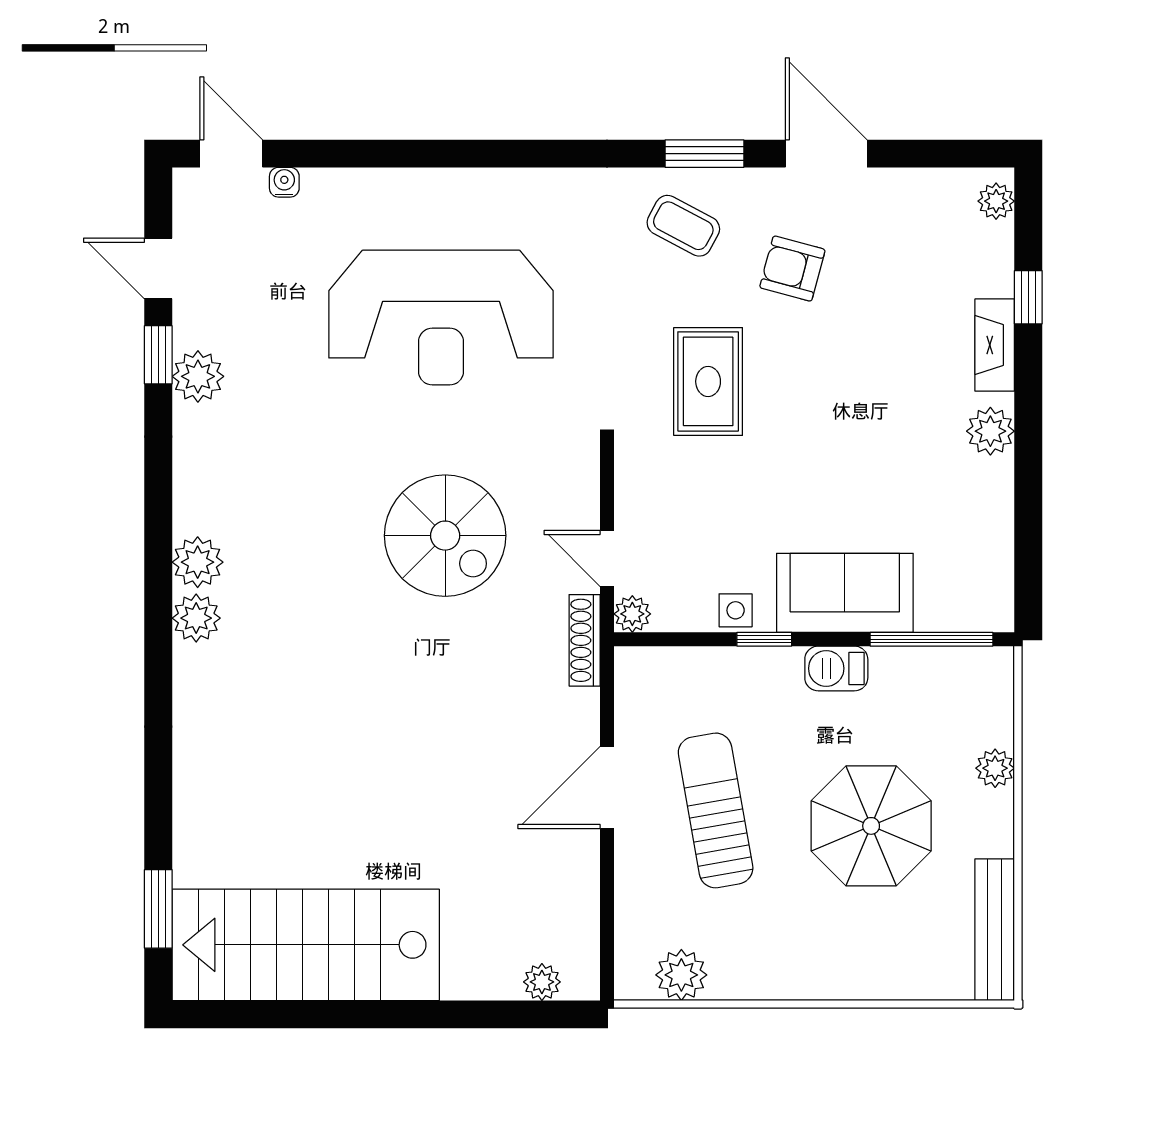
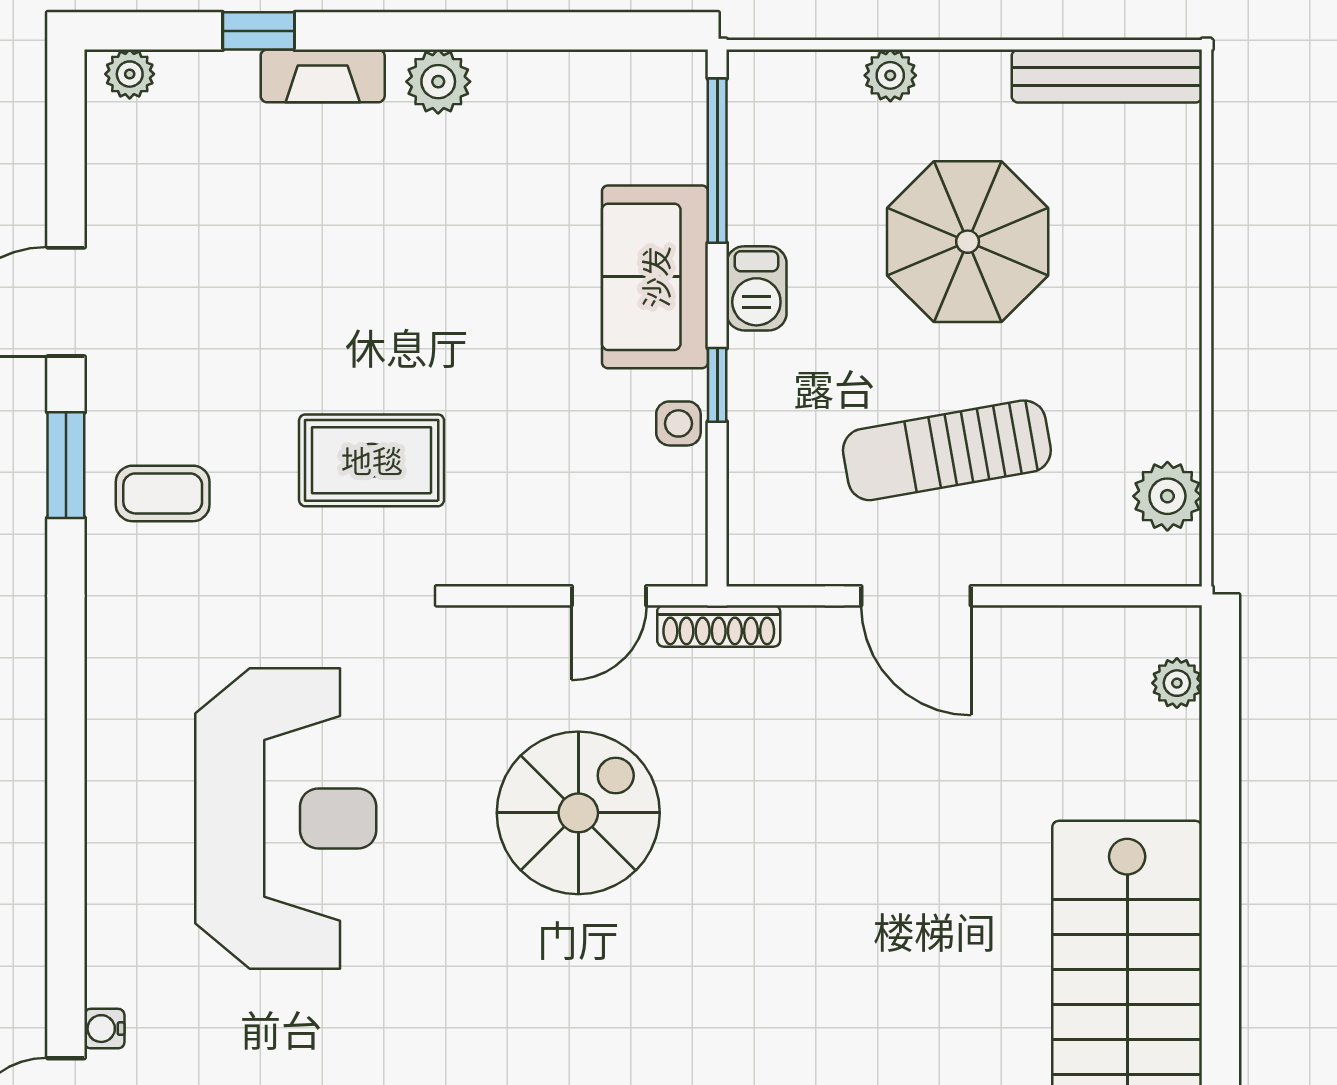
coffee table: (683, 226) -> (163, 493), turned 62
armchair: (792, 269) -> (220, 347), removed
plant: (632, 614) -> (683, 562), removed

